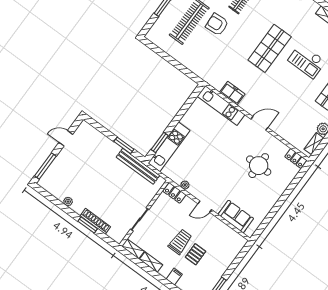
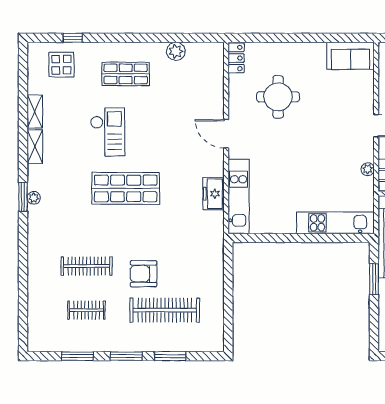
armchair: (217, 24) -> (144, 274), turned 94
window: (160, 142) -> (338, 238), removed
shelving: (314, 144) -> (202, 49), removed
sofa: (236, 217) -> (351, 56), moved, turned -90

